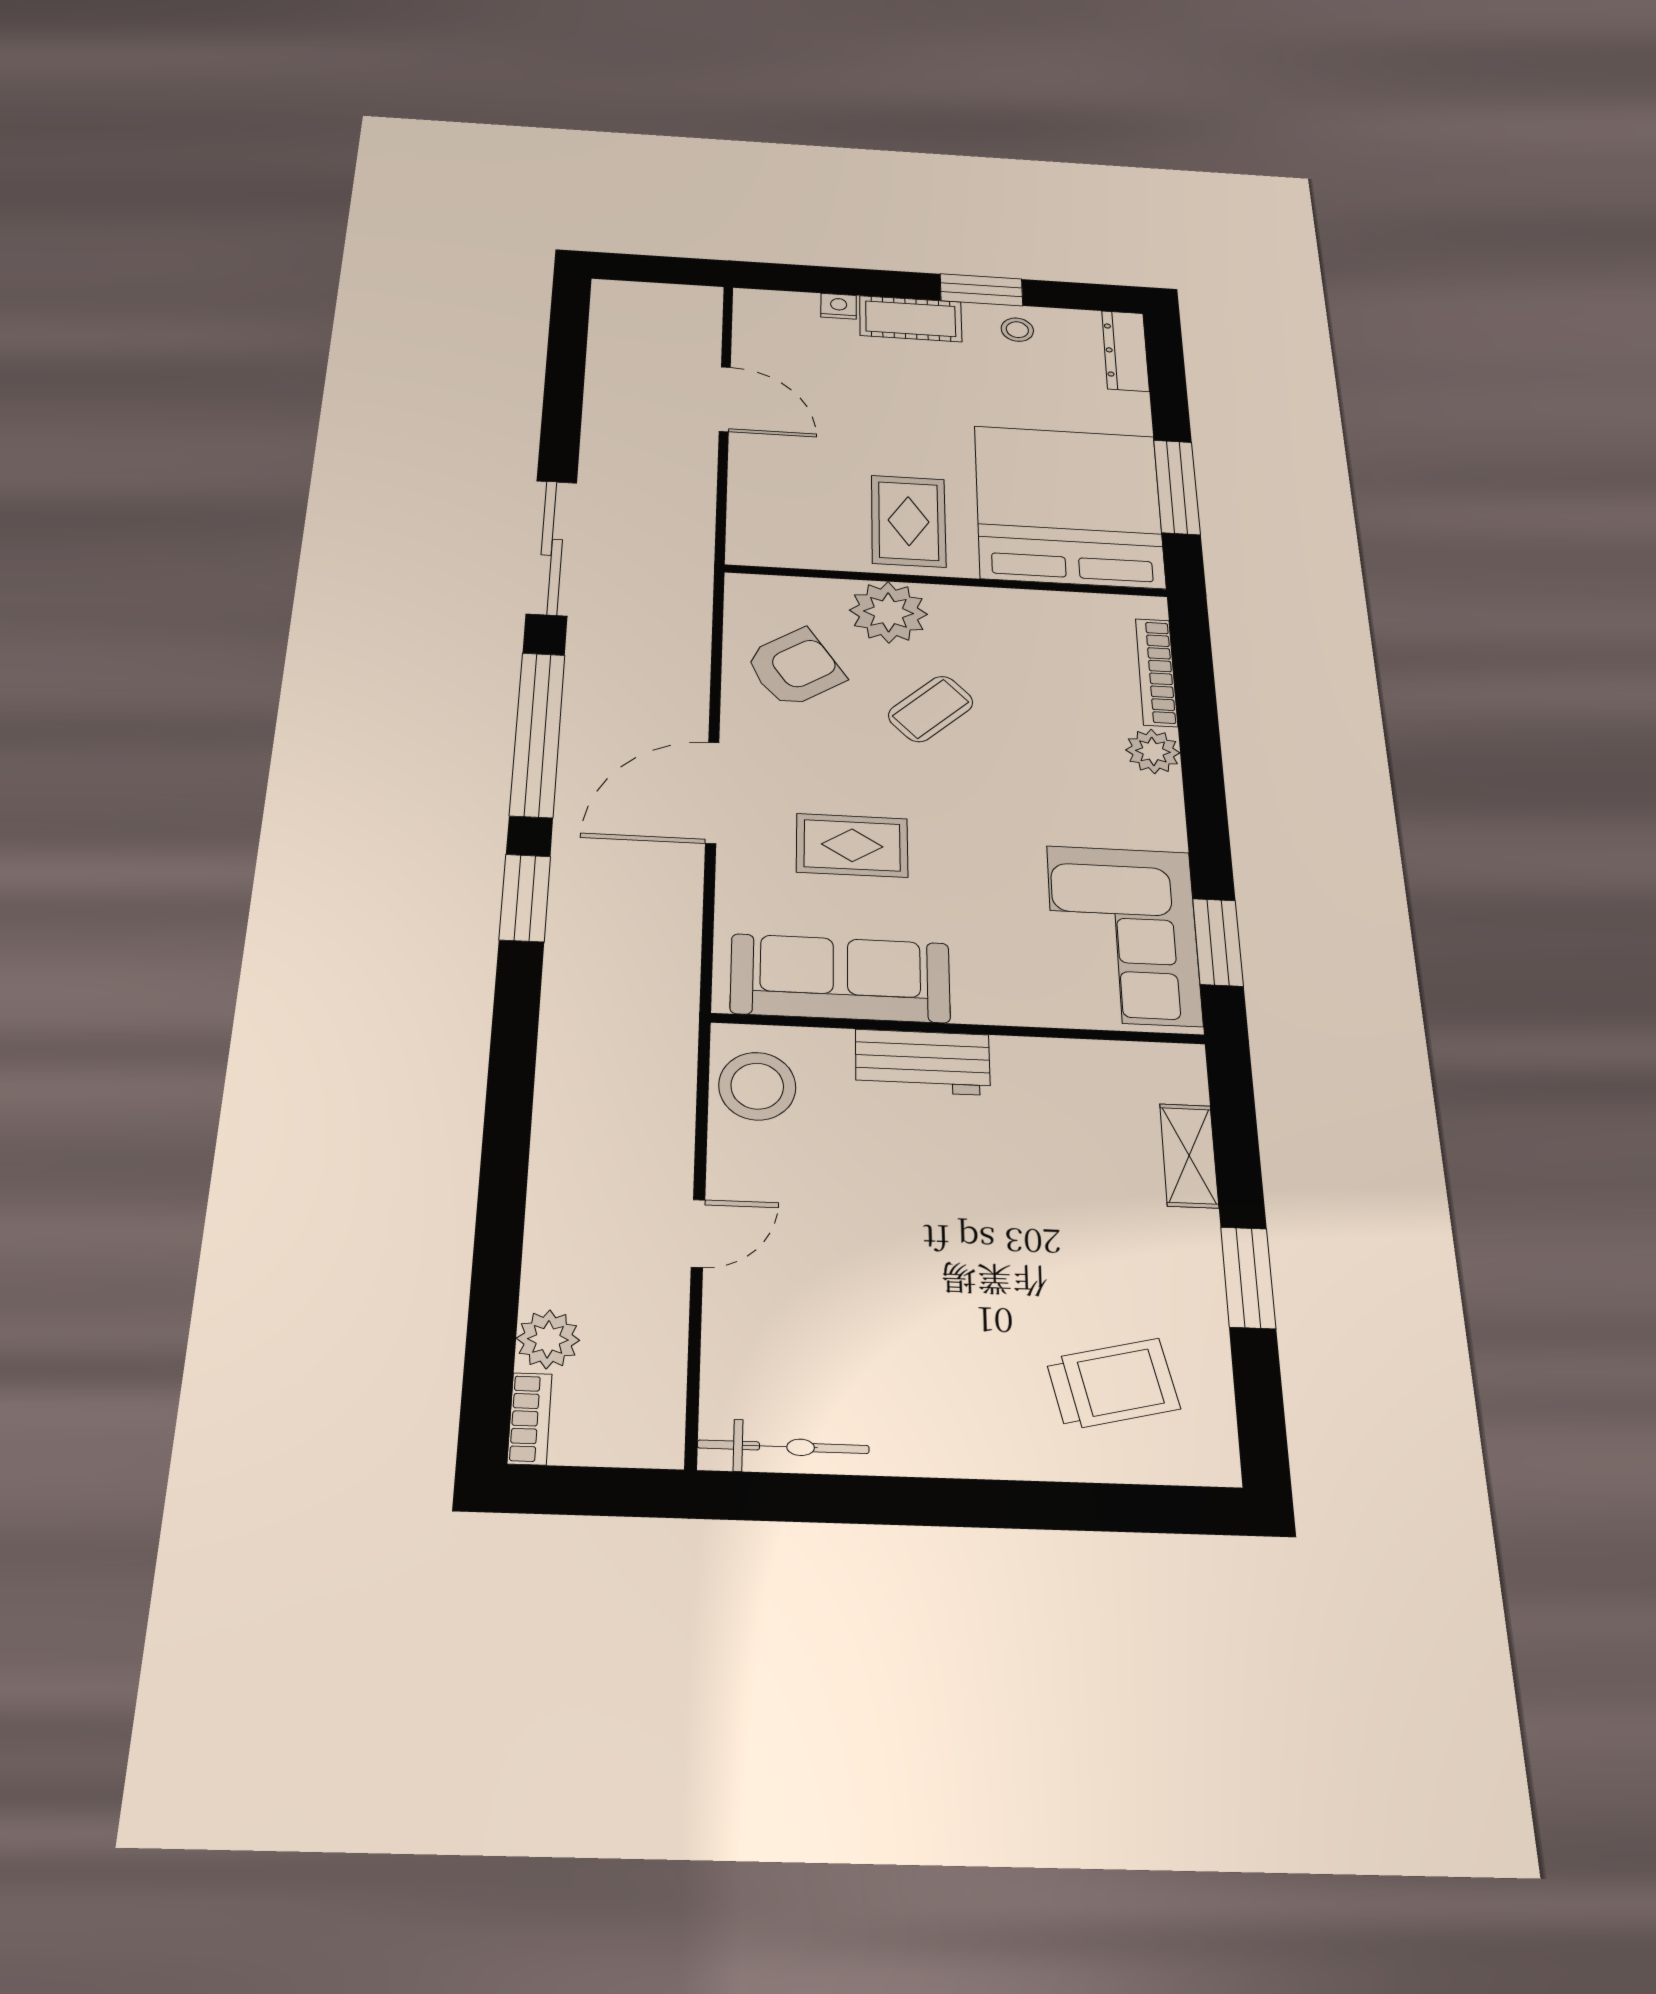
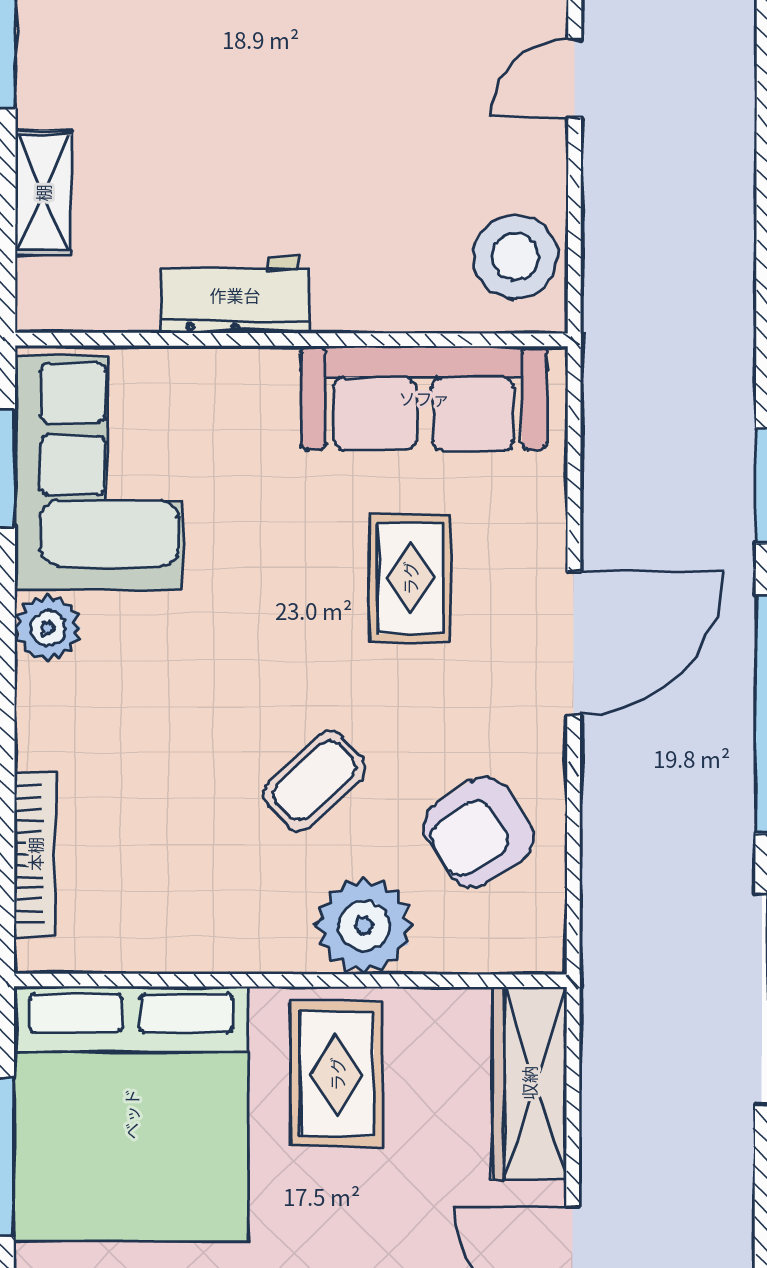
wardrobe: (756, 507) -> (529, 1083), added
plant: (1153, 751) -> (48, 628), moved
rug: (852, 845) -> (410, 578), turned 90
workbench: (923, 1062) -> (235, 295), moved

